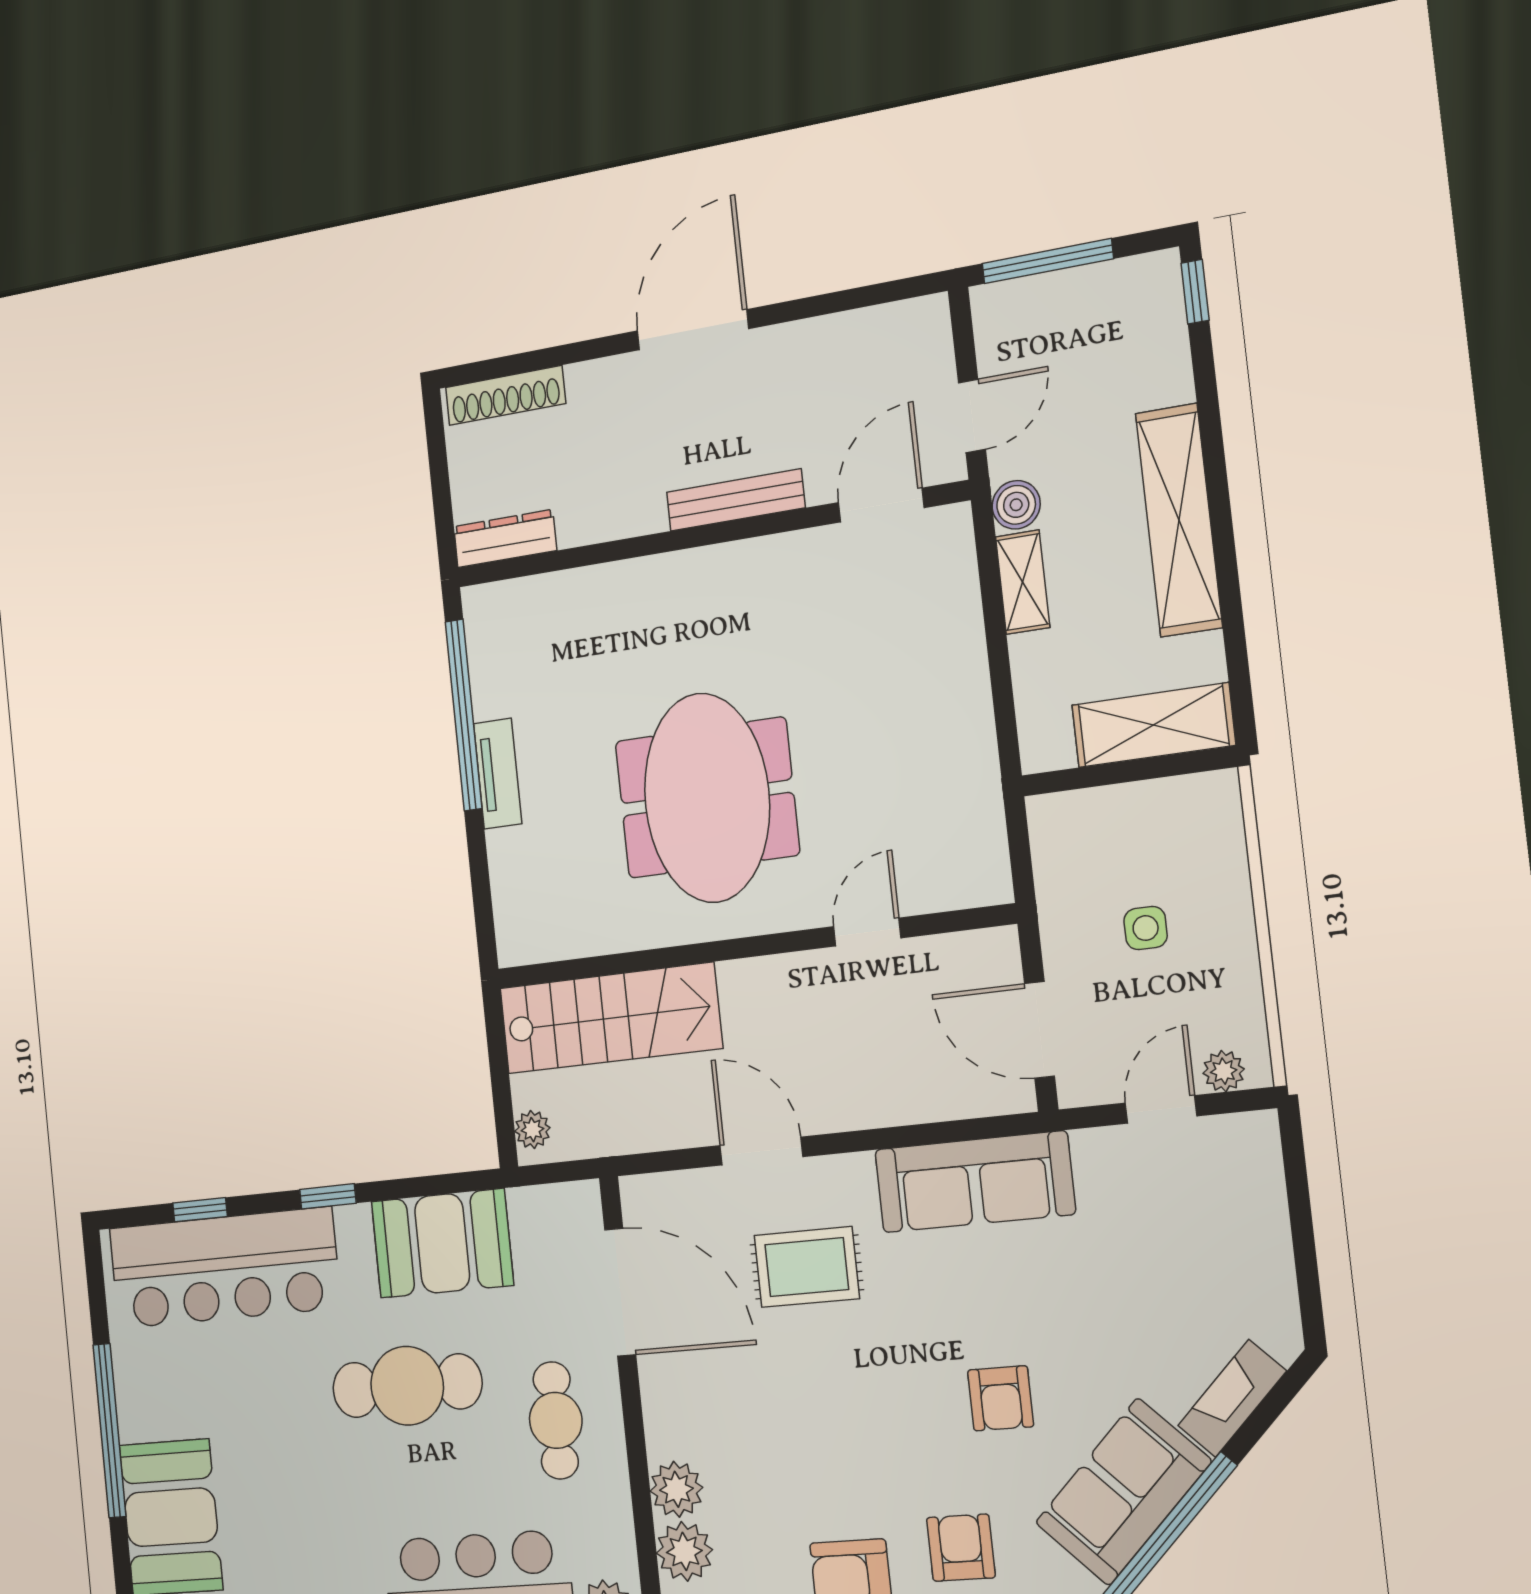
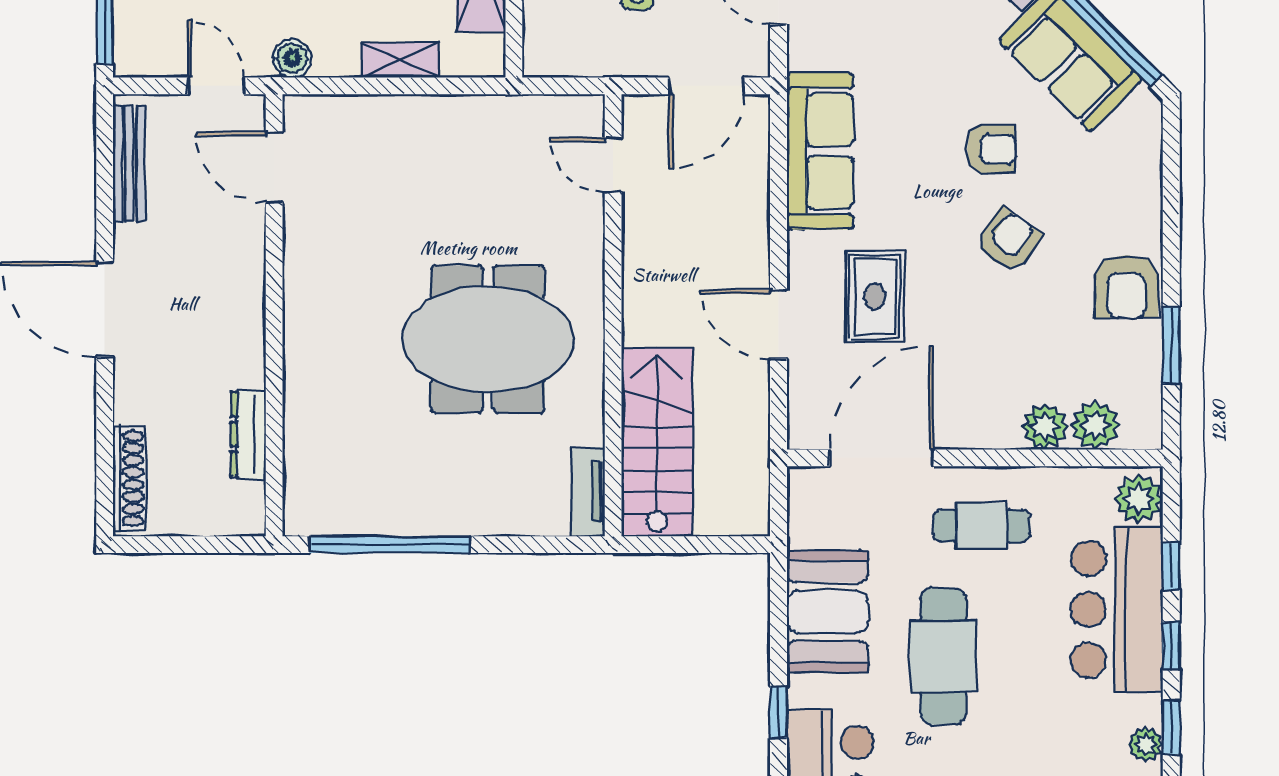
bench: (736, 500) -> (129, 163), moved
dresser: (505, 539) -> (248, 434), moved
shelving: (1023, 582) -> (400, 60), moved
tv unit: (498, 774) -> (588, 492), moved, turned -90
door: (867, 932) -> (613, 165), moved
plant: (532, 1130) -> (741, 520), removed
door: (761, 1151) -> (779, 324), hinge flipped
armchair: (961, 1548) -> (1008, 240), moved, turned 125

